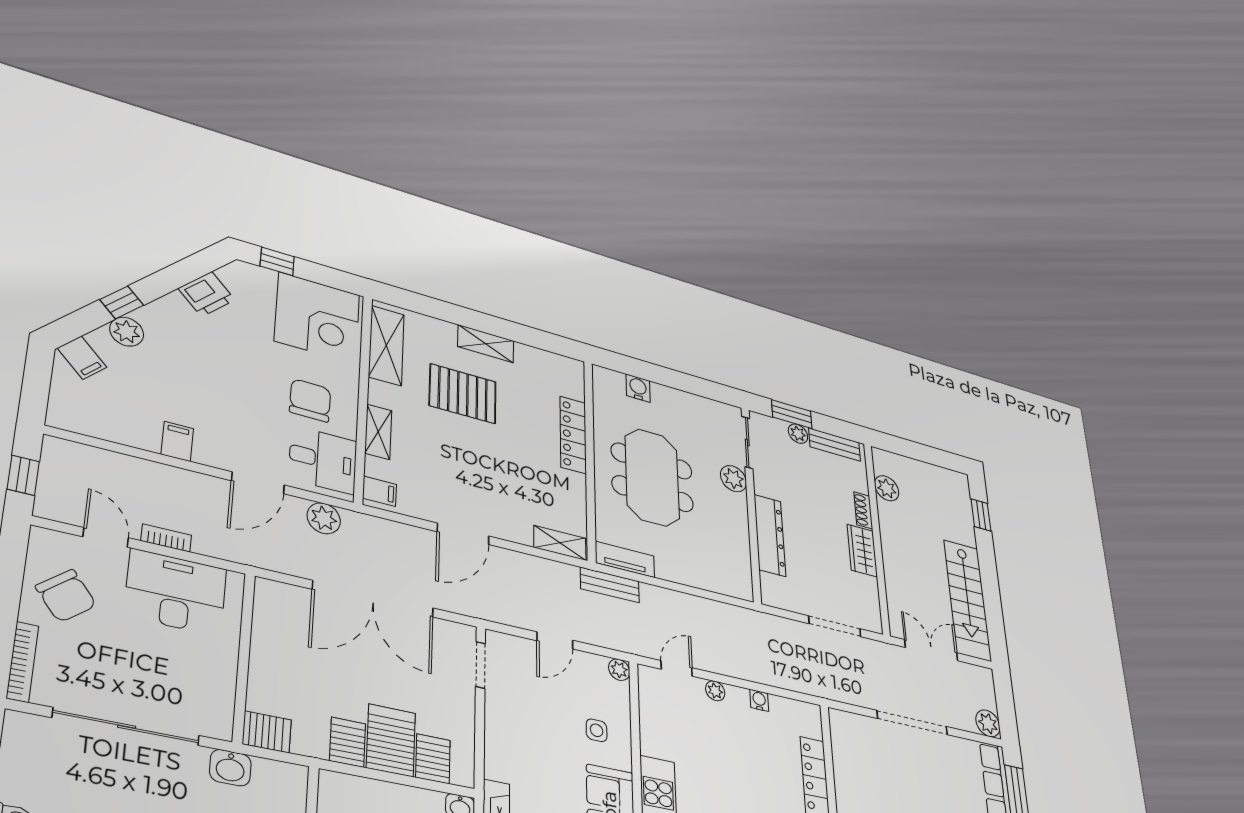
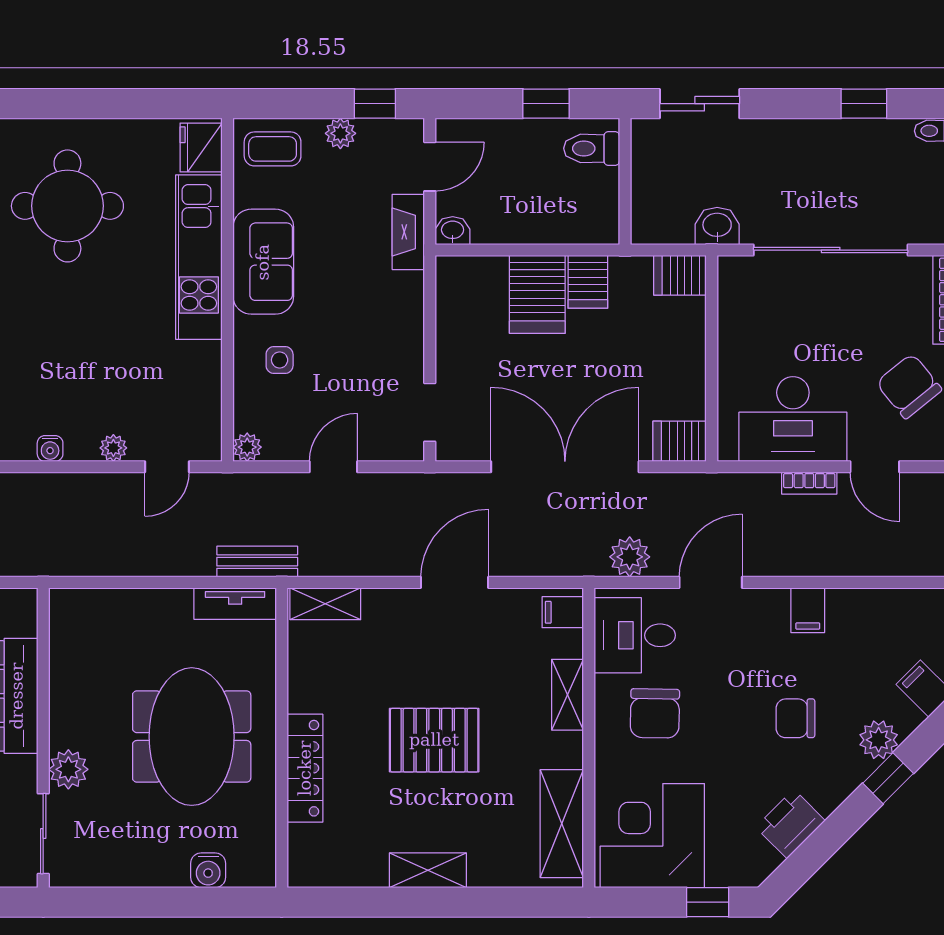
chair: (195, 366) -> (795, 718), added
pallet: (463, 394) -> (434, 740), moved
server rack: (433, 759) -> (680, 441), moved, turned 90

